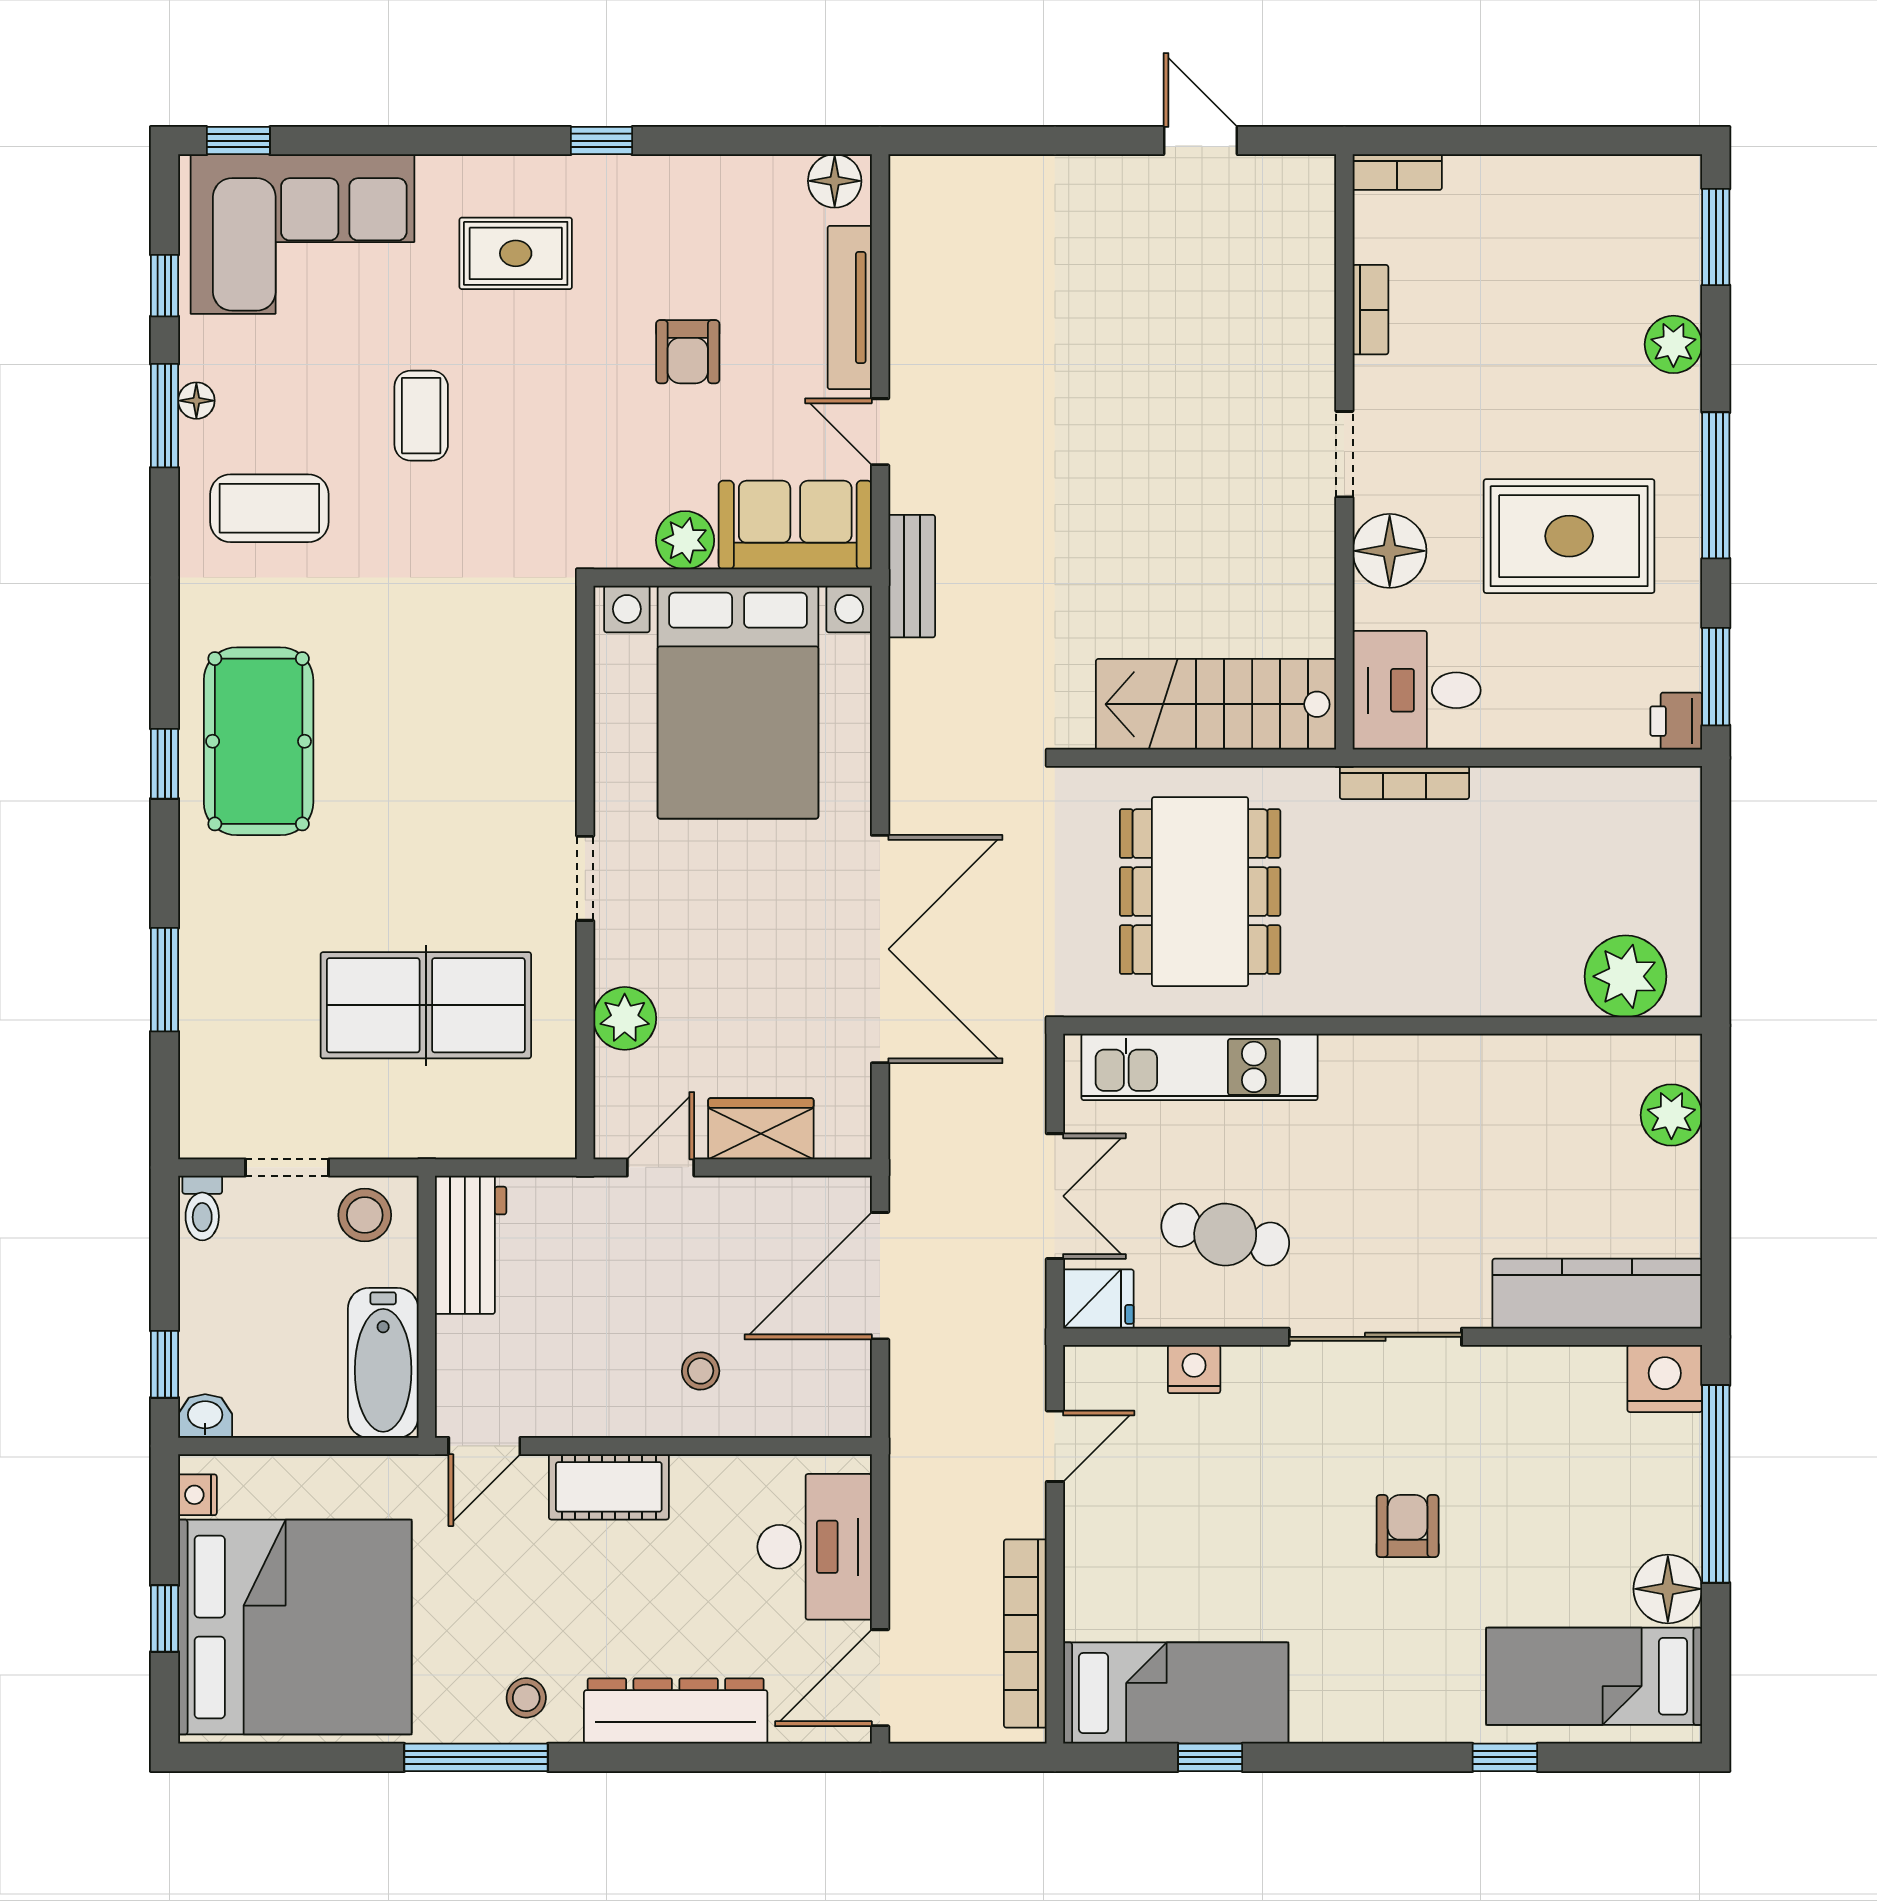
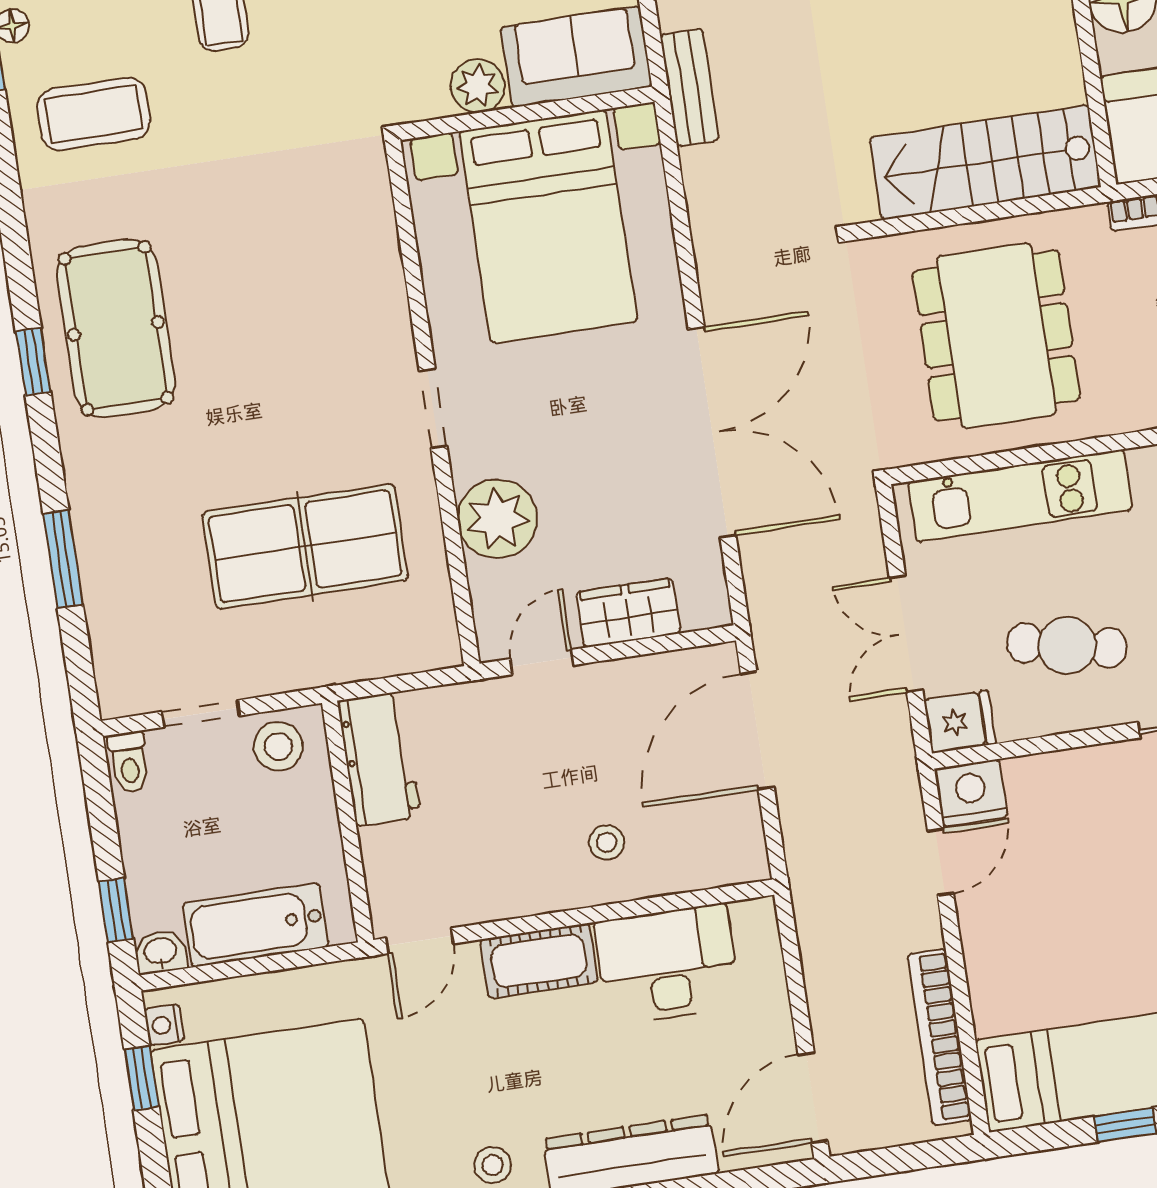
plant: (625, 1018) -> (497, 519), width x1.36, depth x1.36
double door: (1055, 1196) -> (906, 634), swing flipped
bathtub: (383, 1363) -> (256, 925), moved, turned 90
nightstand: (1194, 1369) -> (971, 793), moved, width x1.36, depth x1.33
desk: (815, 1547) -> (667, 964), moved, turned -90
window: (165, 1619) -> (141, 1078), moved

